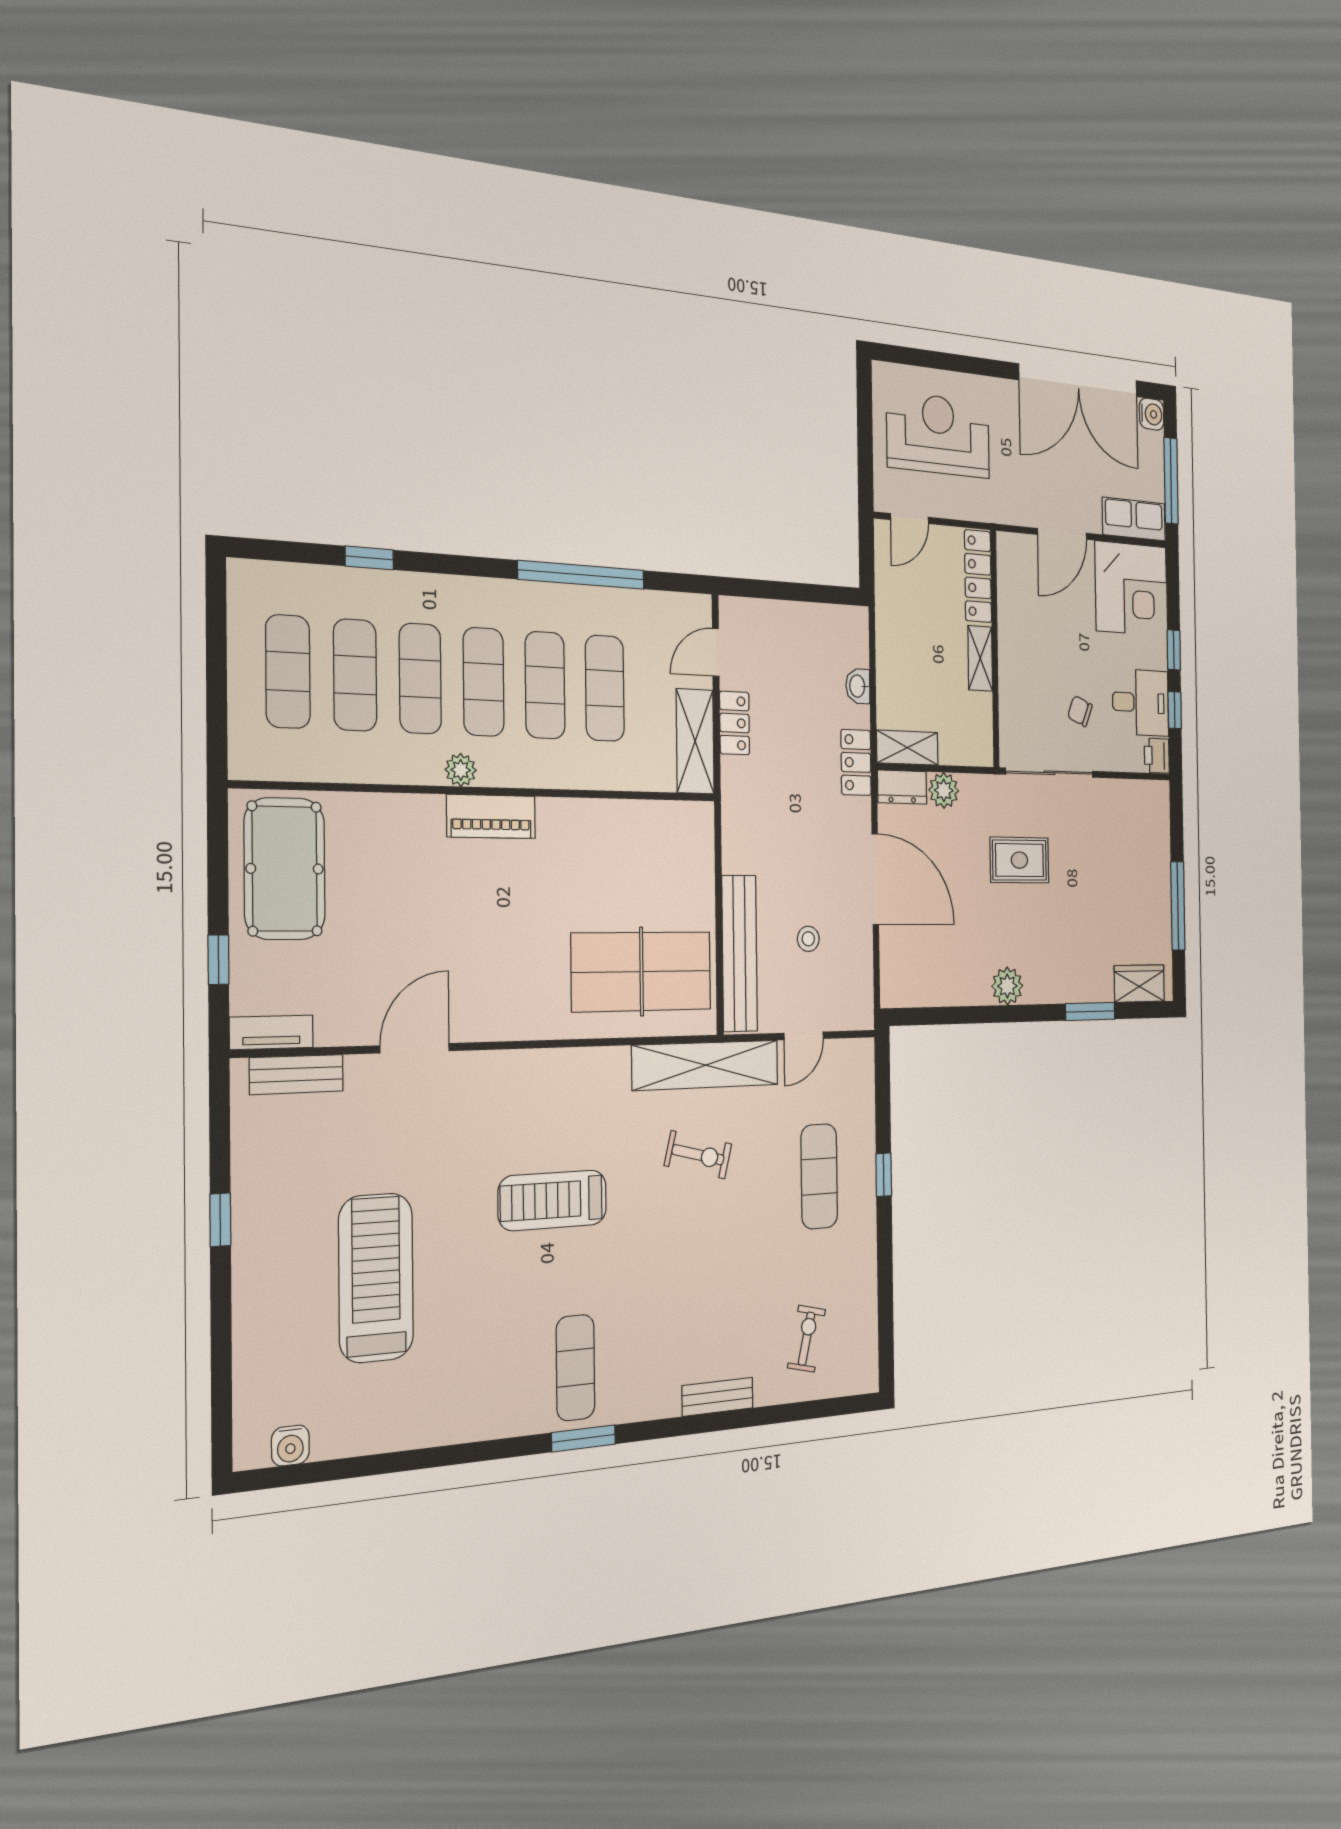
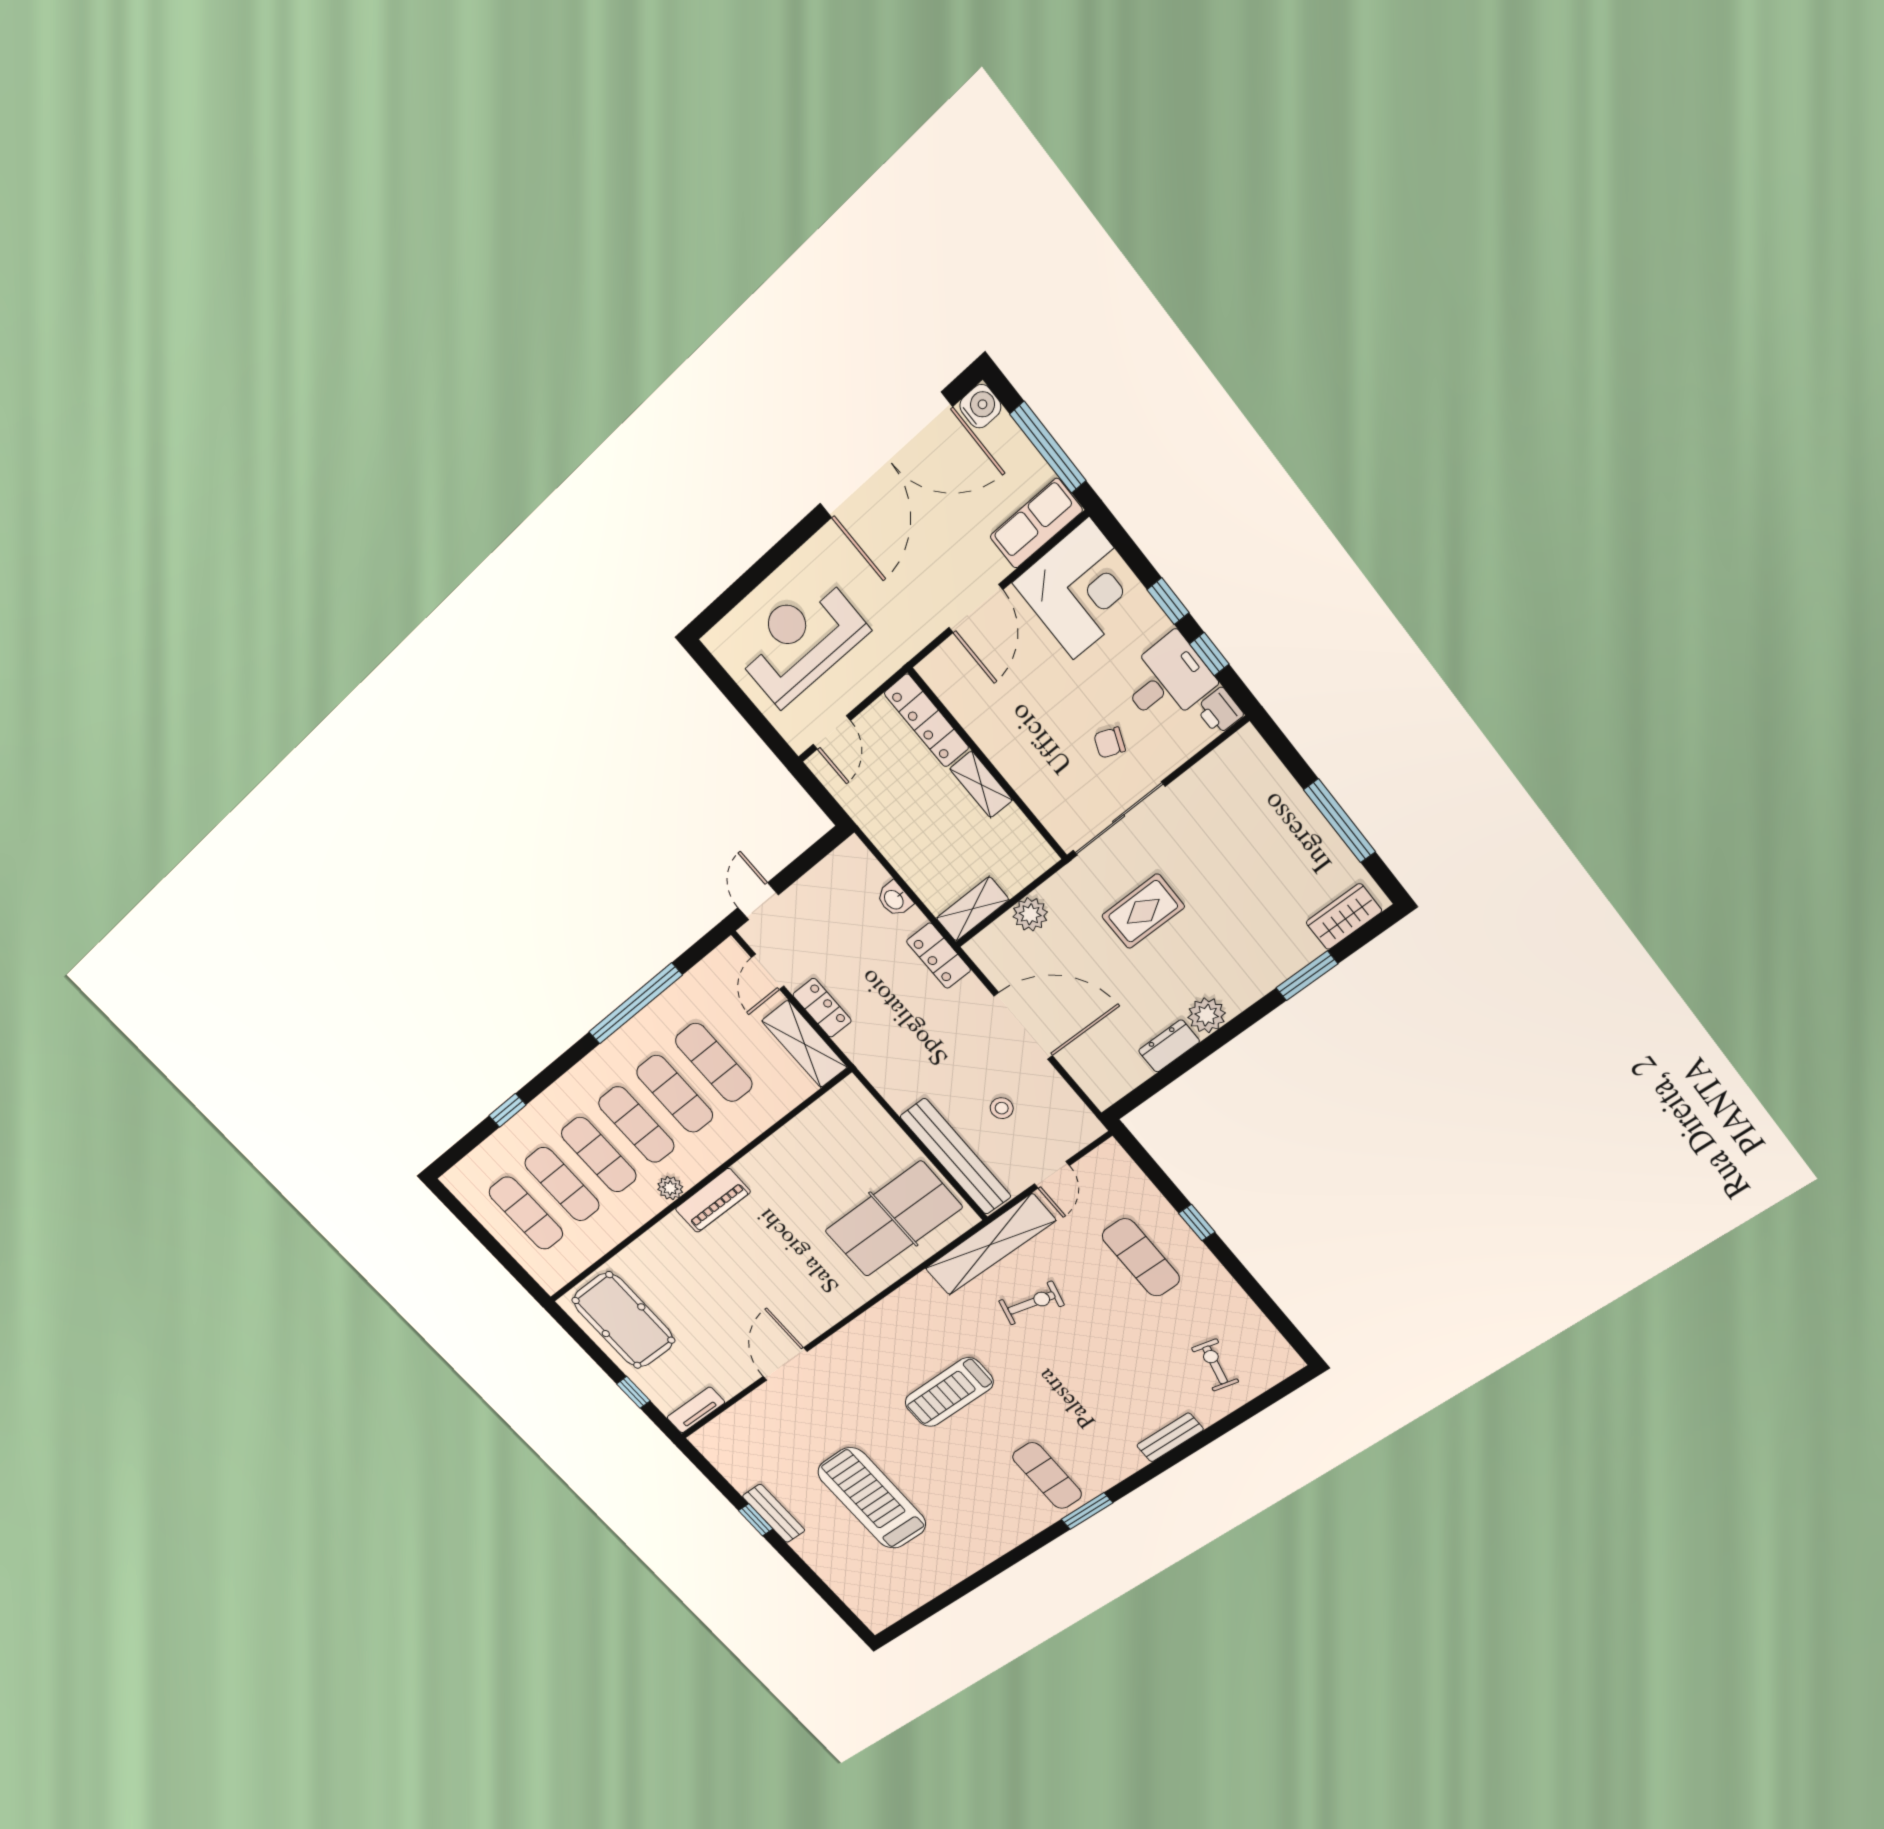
door: (755, 589) -> (758, 901), added
dresser: (902, 787) -> (1169, 1046), moved, turned 180
bench: (296, 1074) -> (774, 1513), moved, turned 90
water cooler: (290, 1446) -> (897, 1607), removed

